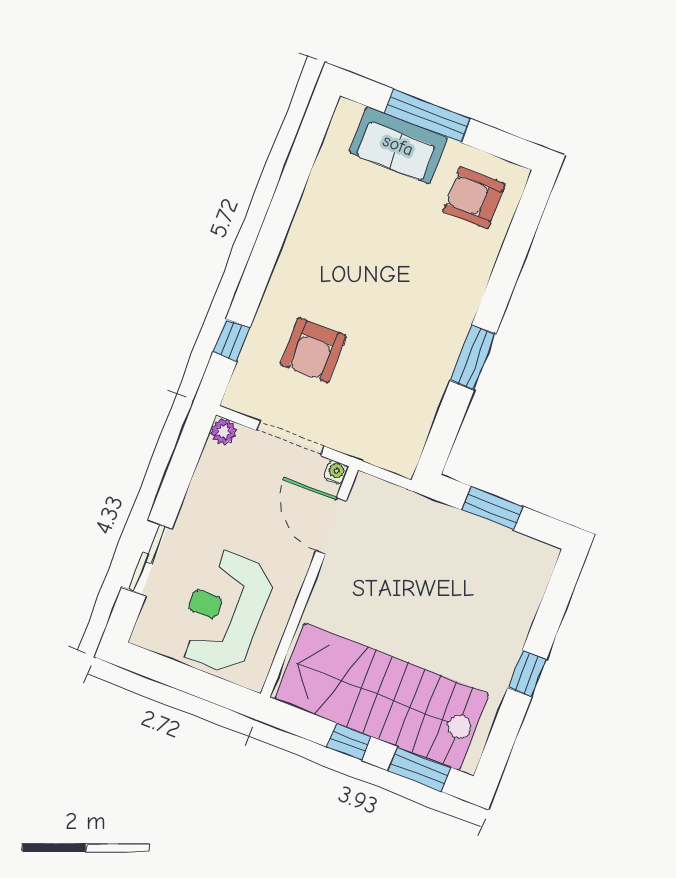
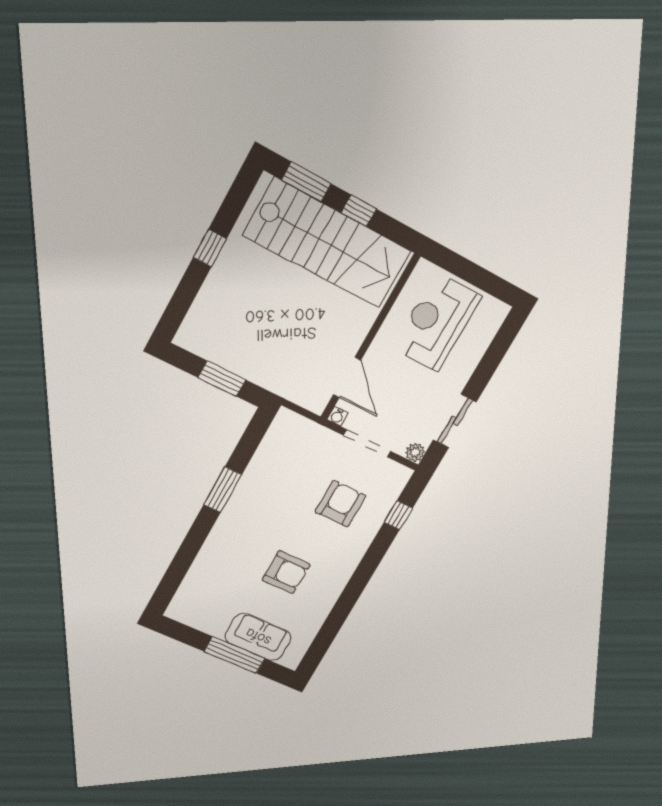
armchair: (474, 198) -> (286, 572), moved
sliding door: (147, 558) -> (455, 421), moved
reception desk: (225, 611) -> (437, 322), turned 180

